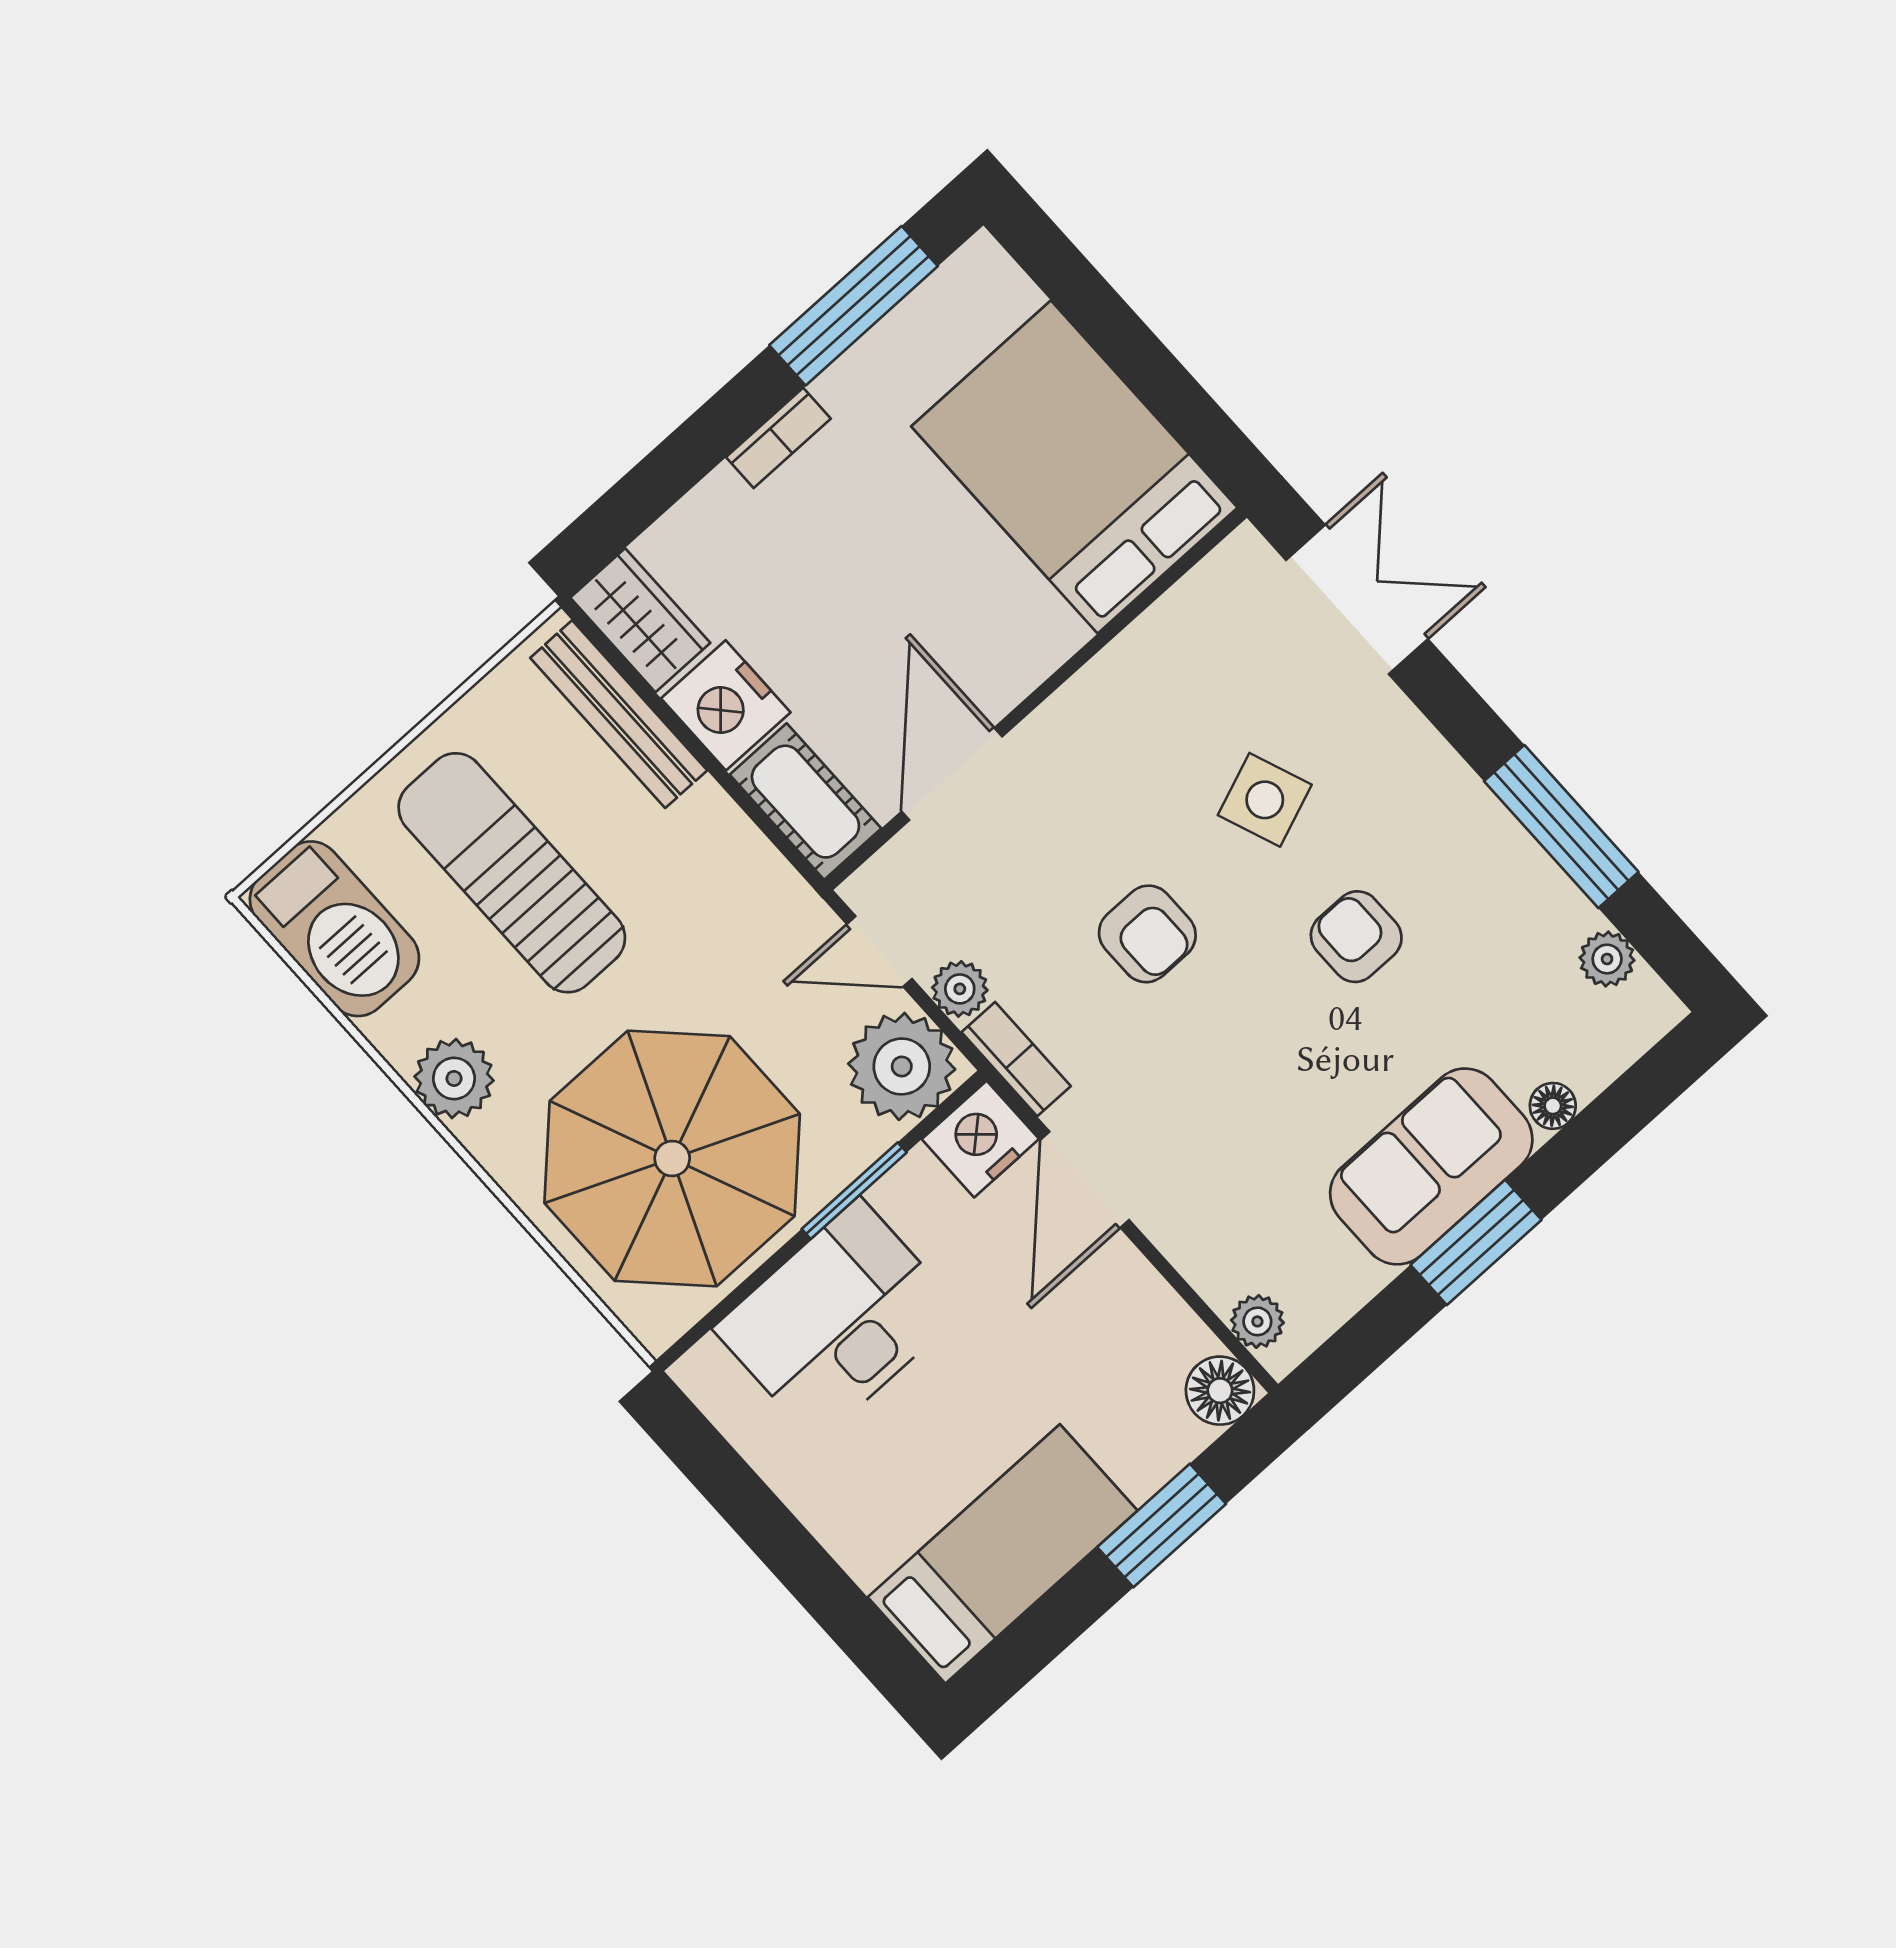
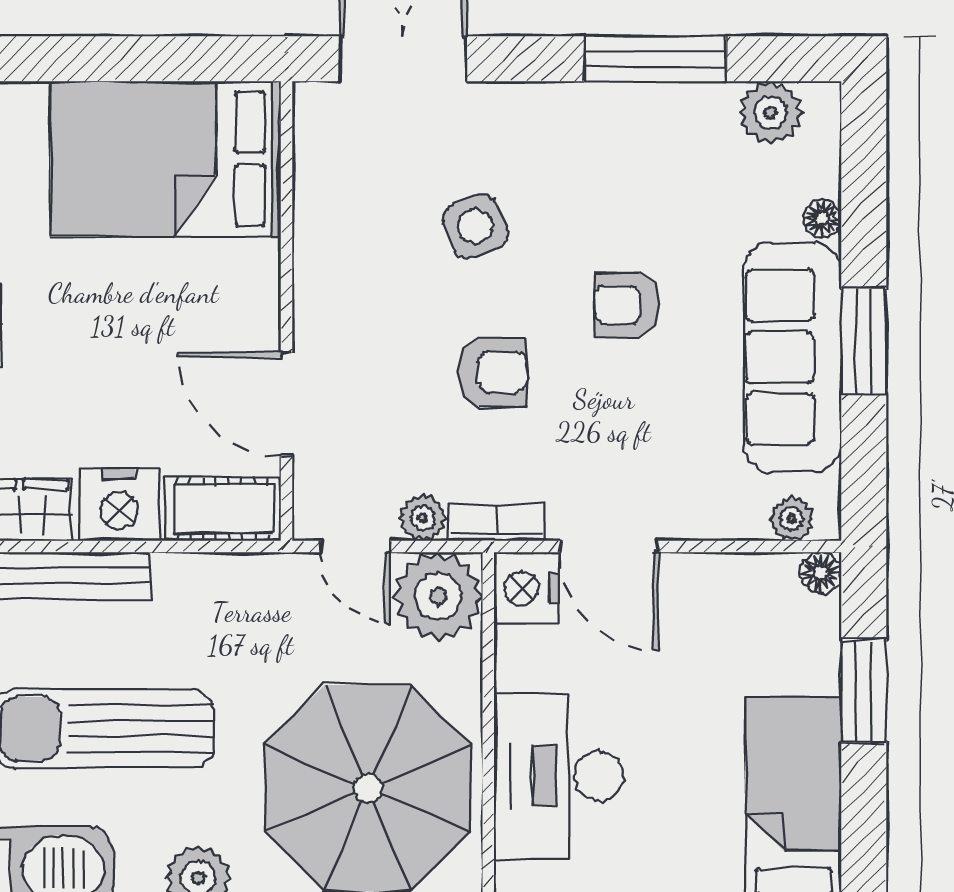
armchair: (1356, 937) -> (627, 305), moved
door: (879, 951) -> (355, 546), hinge flipped
plant: (1607, 959) -> (771, 112), width x1.38, depth x1.38
sofa: (1431, 1166) -> (792, 357), width x1.36
window: (854, 1191) -> (488, 694), removed
floor lamp: (1220, 1391) -> (821, 573), width x0.73, depth x0.73

